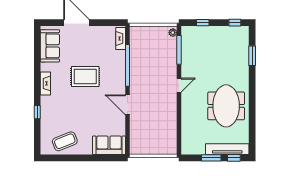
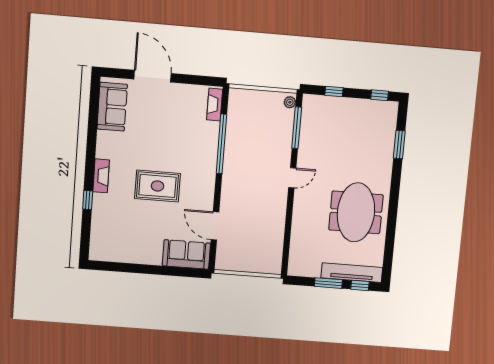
rug: (85, 76) -> (157, 186), moved
fireplace: (45, 83) -> (101, 176), moved
door: (127, 105) -> (215, 226), moved
coffee table: (65, 141) -> (124, 244), removed

